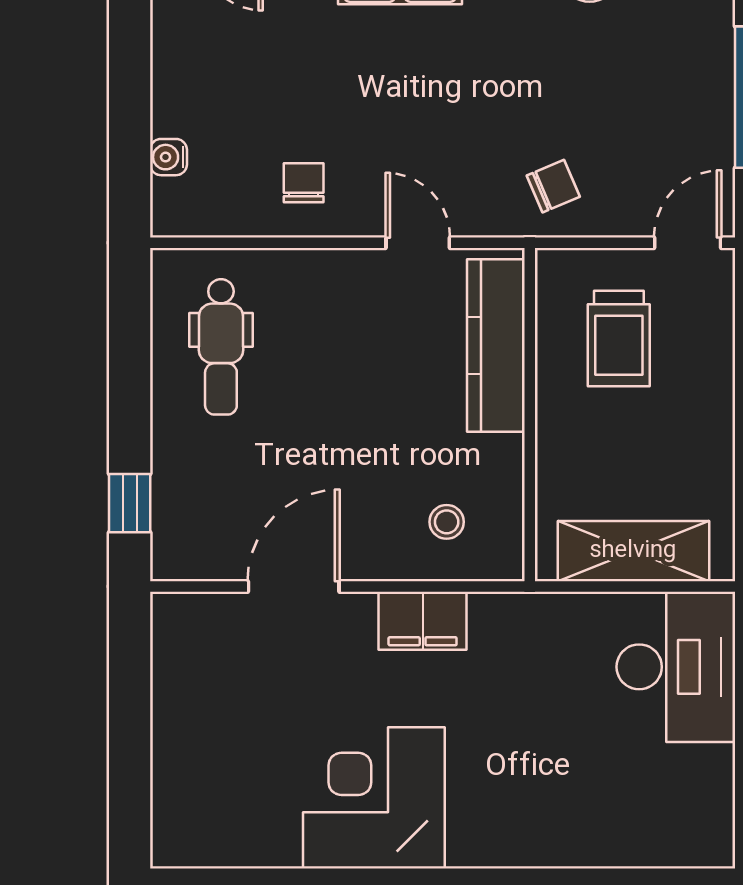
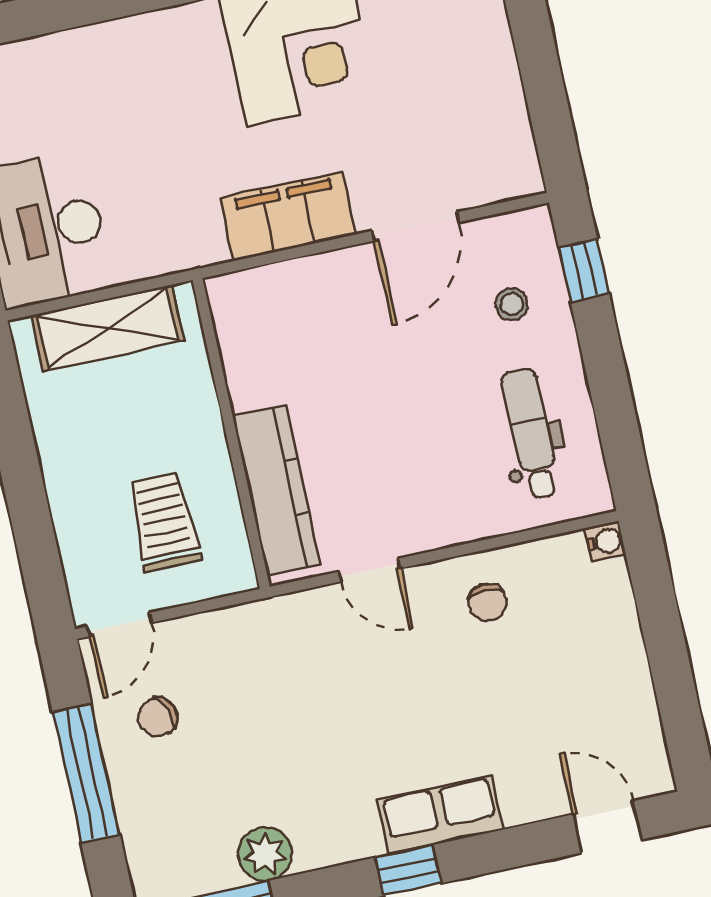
water cooler: (168, 157) -> (605, 541), moved
chair: (553, 186) -> (158, 717), moved
stool: (447, 522) -> (512, 304), moved
filing cabinet: (423, 621) -> (288, 216), width x1.50, depth x1.17

